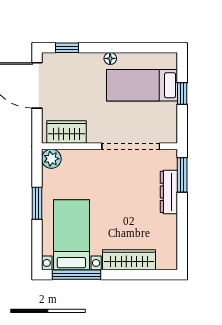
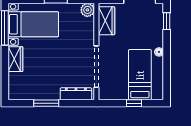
window: (182, 175) -> (46, 103), moved
dresser: (169, 192) -> (76, 94), moved
wardrobe: (129, 260) -> (15, 59), width x0.67

